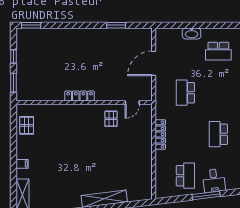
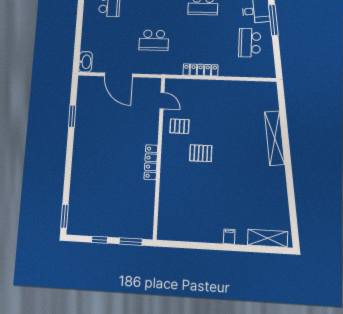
washbasin: (192, 33) -> (85, 62), moved
pallet: (27, 125) -> (201, 153), moved
school desk: (185, 176) -> (250, 43), turned -90

